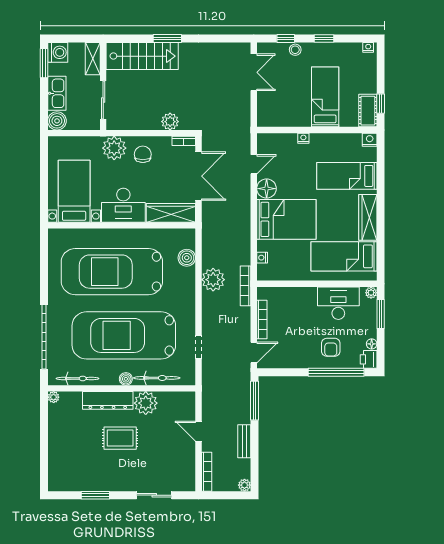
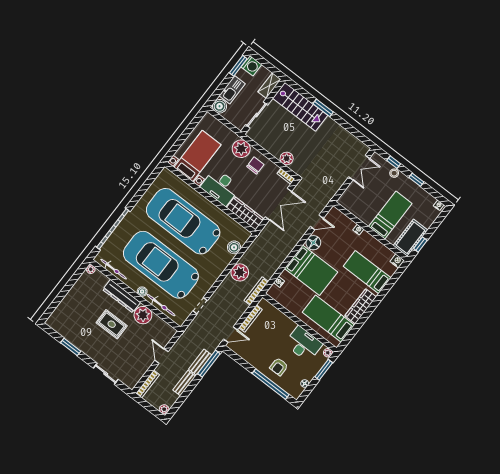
cot: (368, 111) -> (410, 238), width x1.37, depth x1.34
printer: (369, 359) -> (296, 391), removed
bench: (244, 406) -> (200, 362), added

